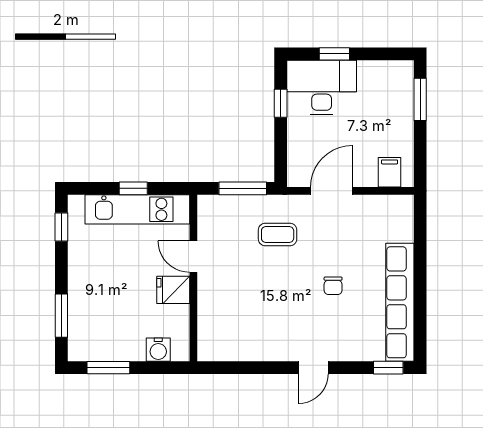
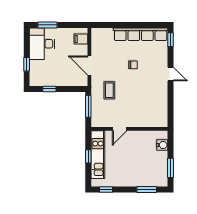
desk: (322, 87) -> (42, 44), moved
fridge: (173, 290) -> (135, 138), removed

